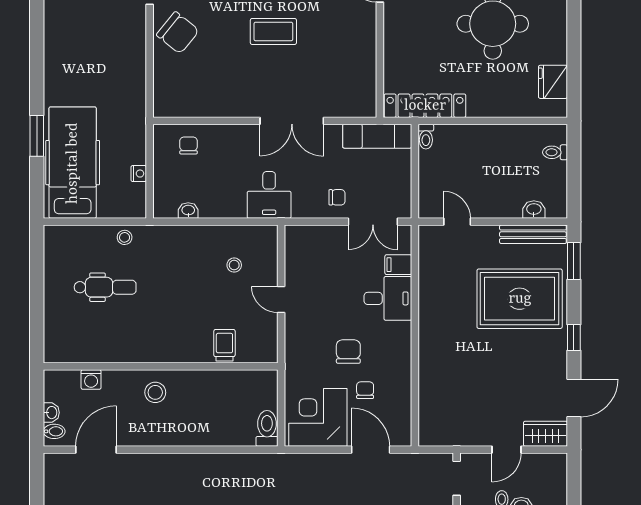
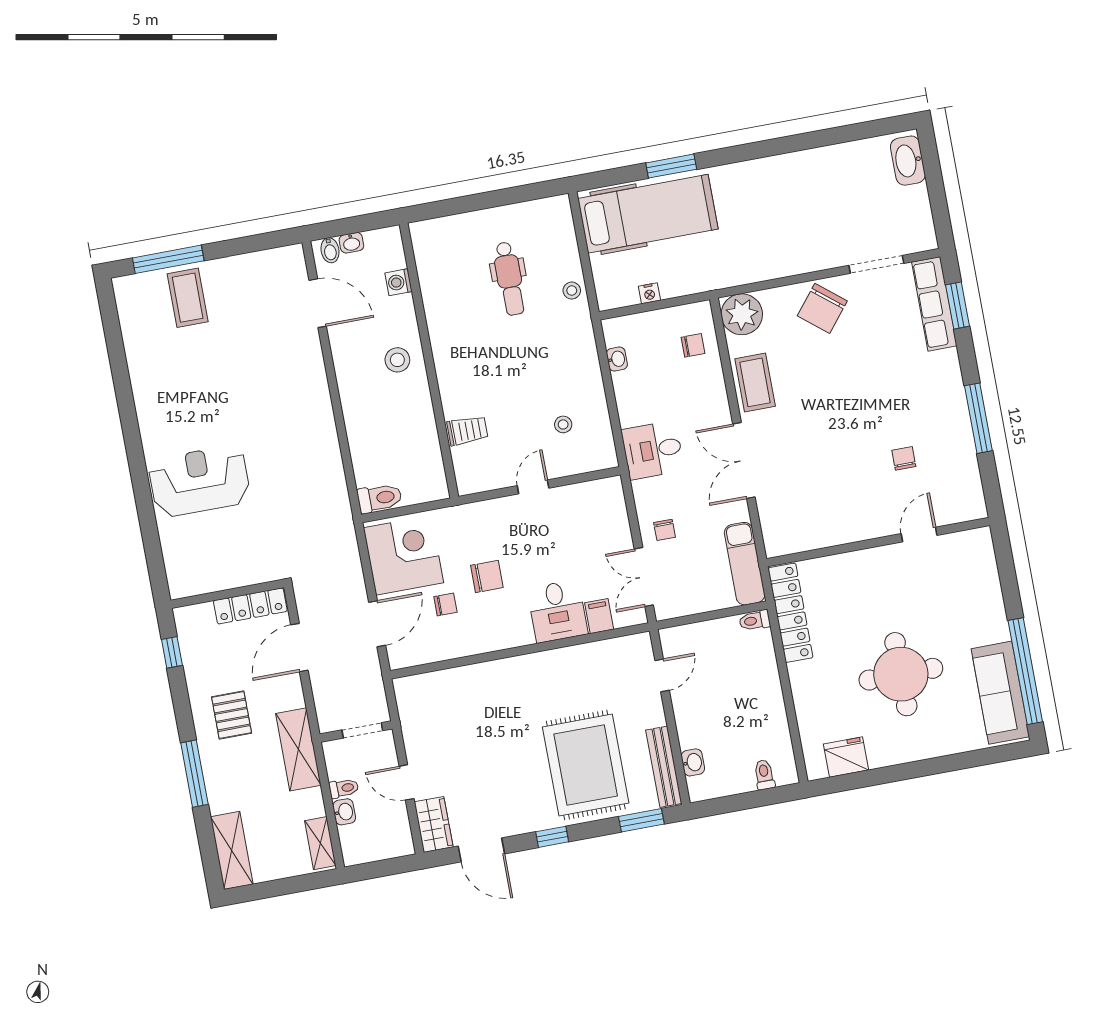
coffee table: (273, 31) -> (755, 382), moved
plant: (170, 100) -> (742, 314), added

